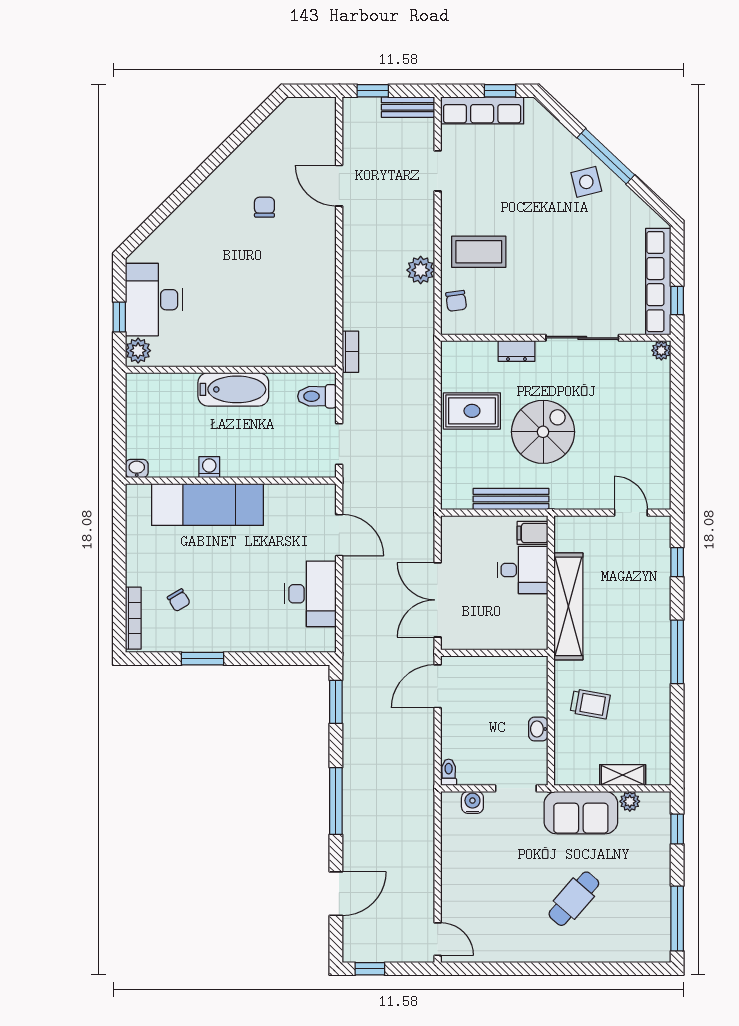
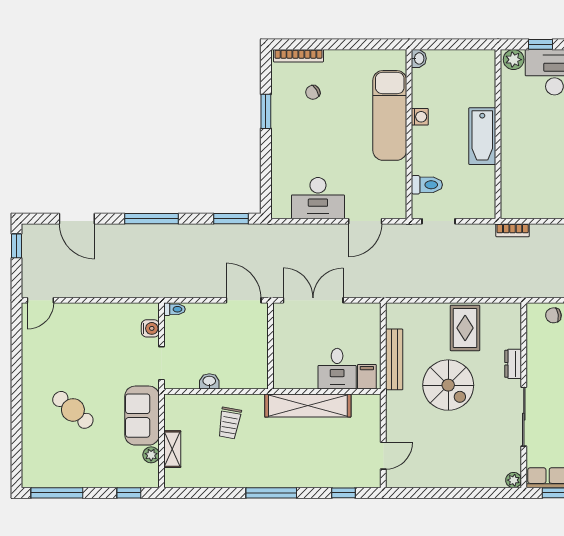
toilet: (317, 396) -> (427, 185), moved, turned 90

